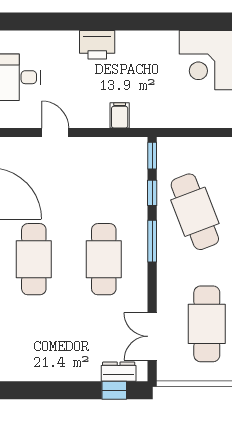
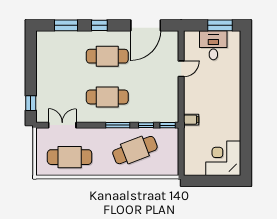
printer: (97, 45) -> (232, 93), removed
filing cabinet: (120, 115) -> (191, 120), moved
dresser: (119, 372) -> (42, 106), removed

